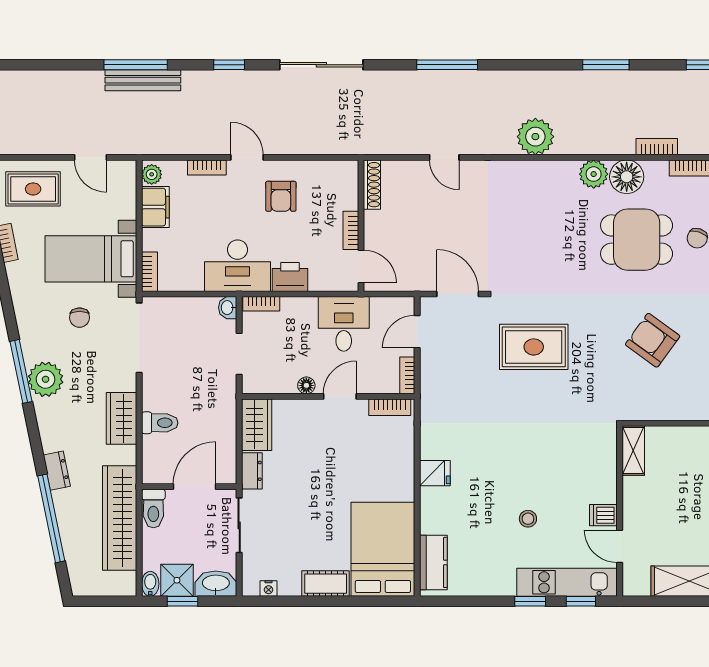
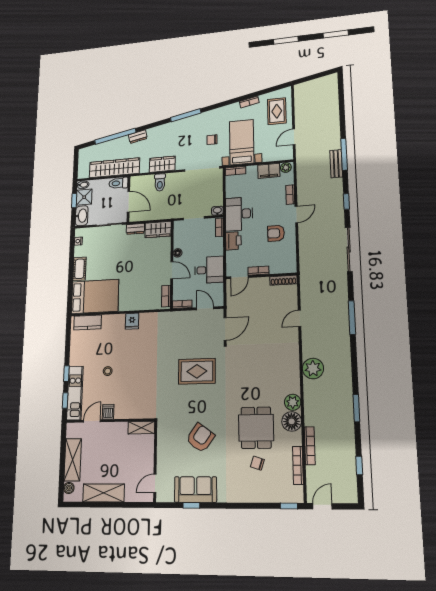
bench: (143, 80) -> (336, 164), width x0.73
bookcase: (657, 147) -> (310, 446), width x1.56
rug: (534, 347) -> (197, 371), turned 90
plant: (46, 379) -> (182, 127), removed

